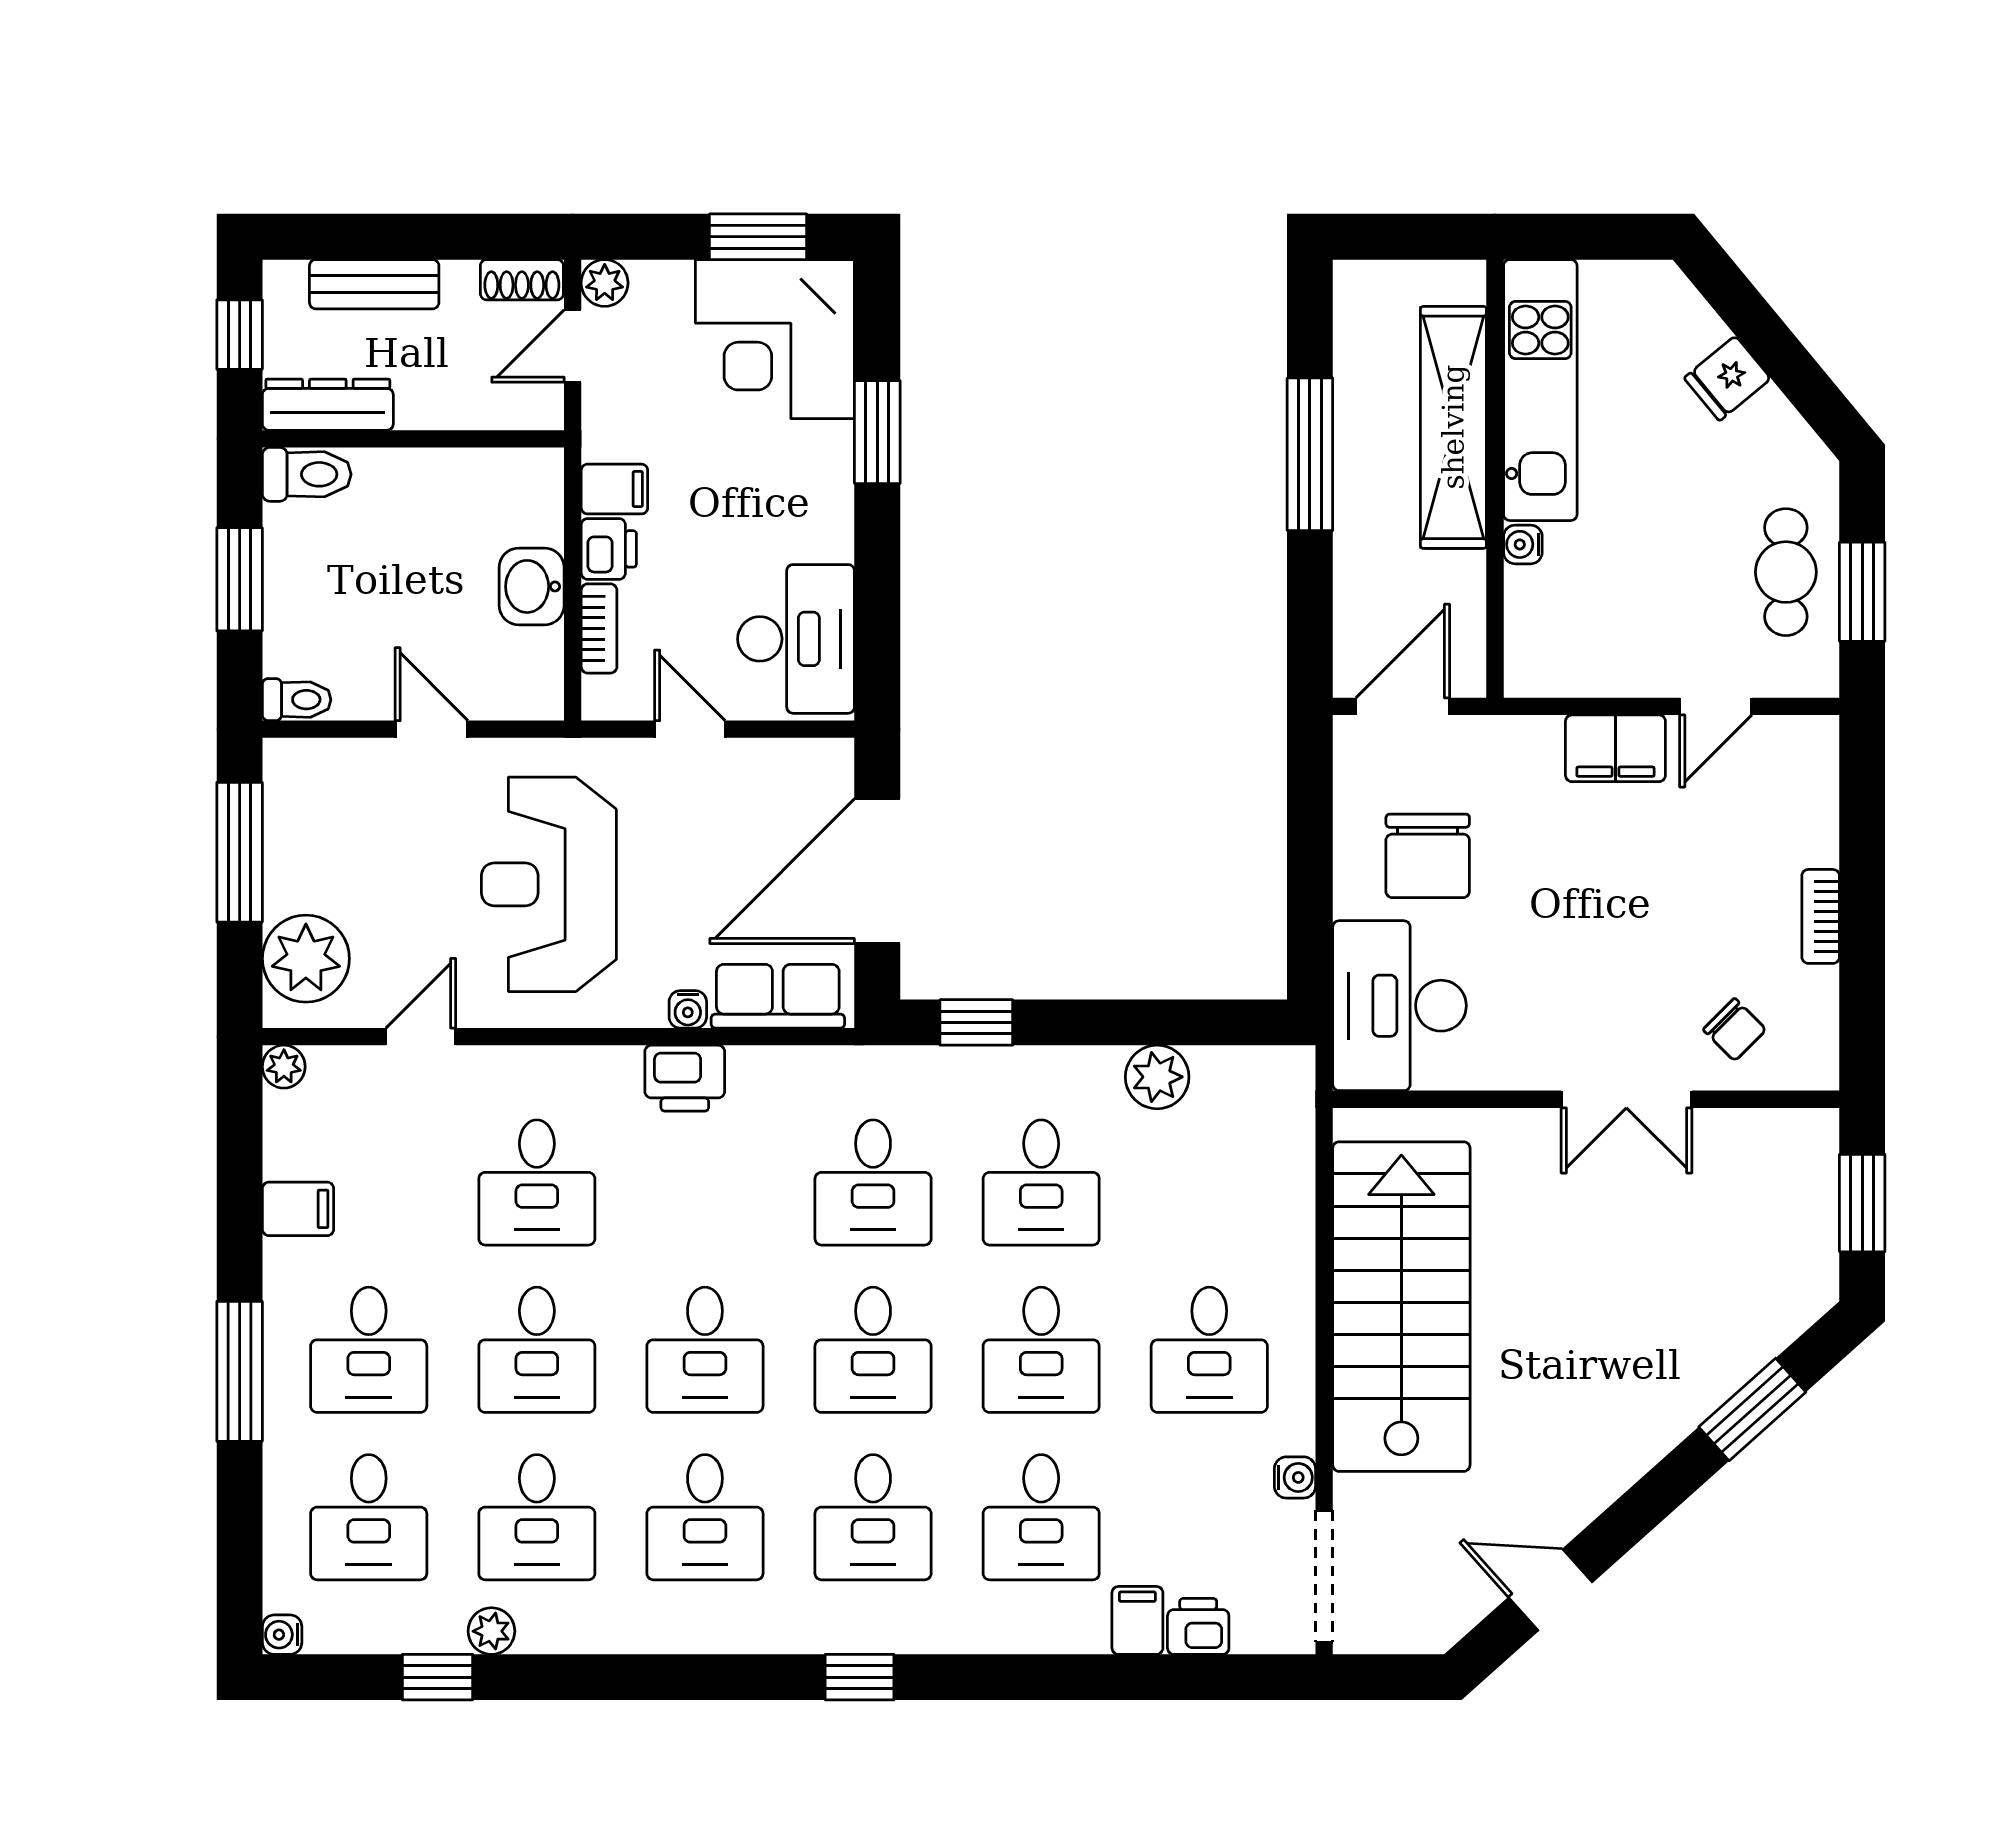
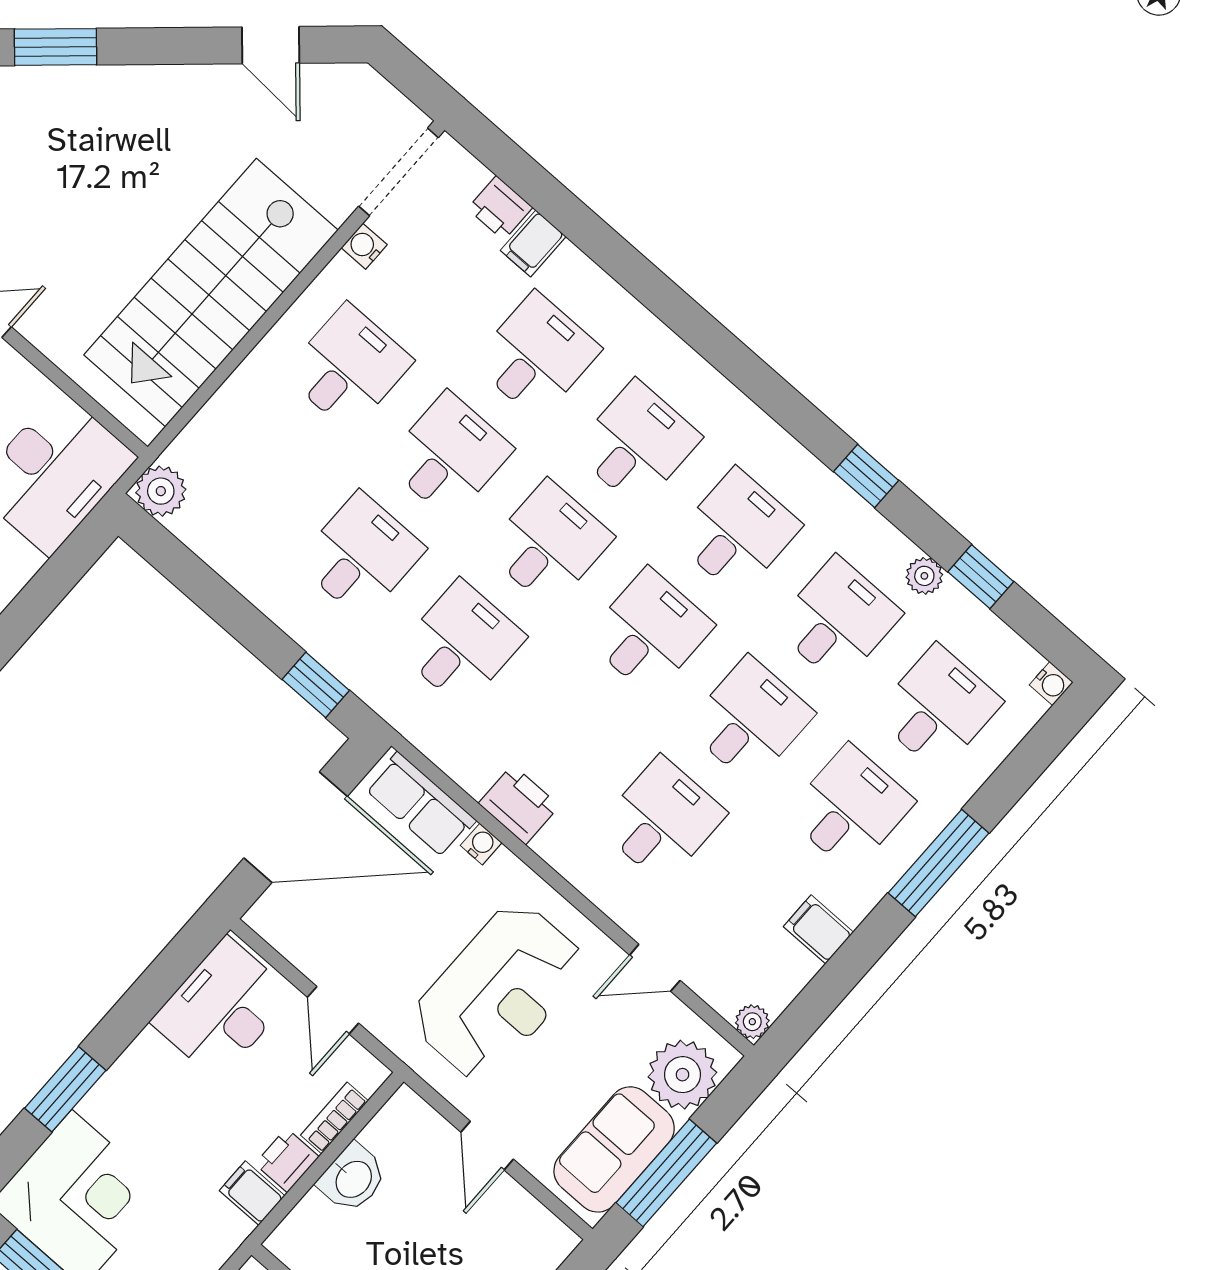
toilet: (297, 700) -> (552, 1234), removed
sofa: (308, 831) -> (614, 1149), added
plant: (1157, 1077) -> (161, 491), moved
window: (860, 1677) -> (866, 476), moved

